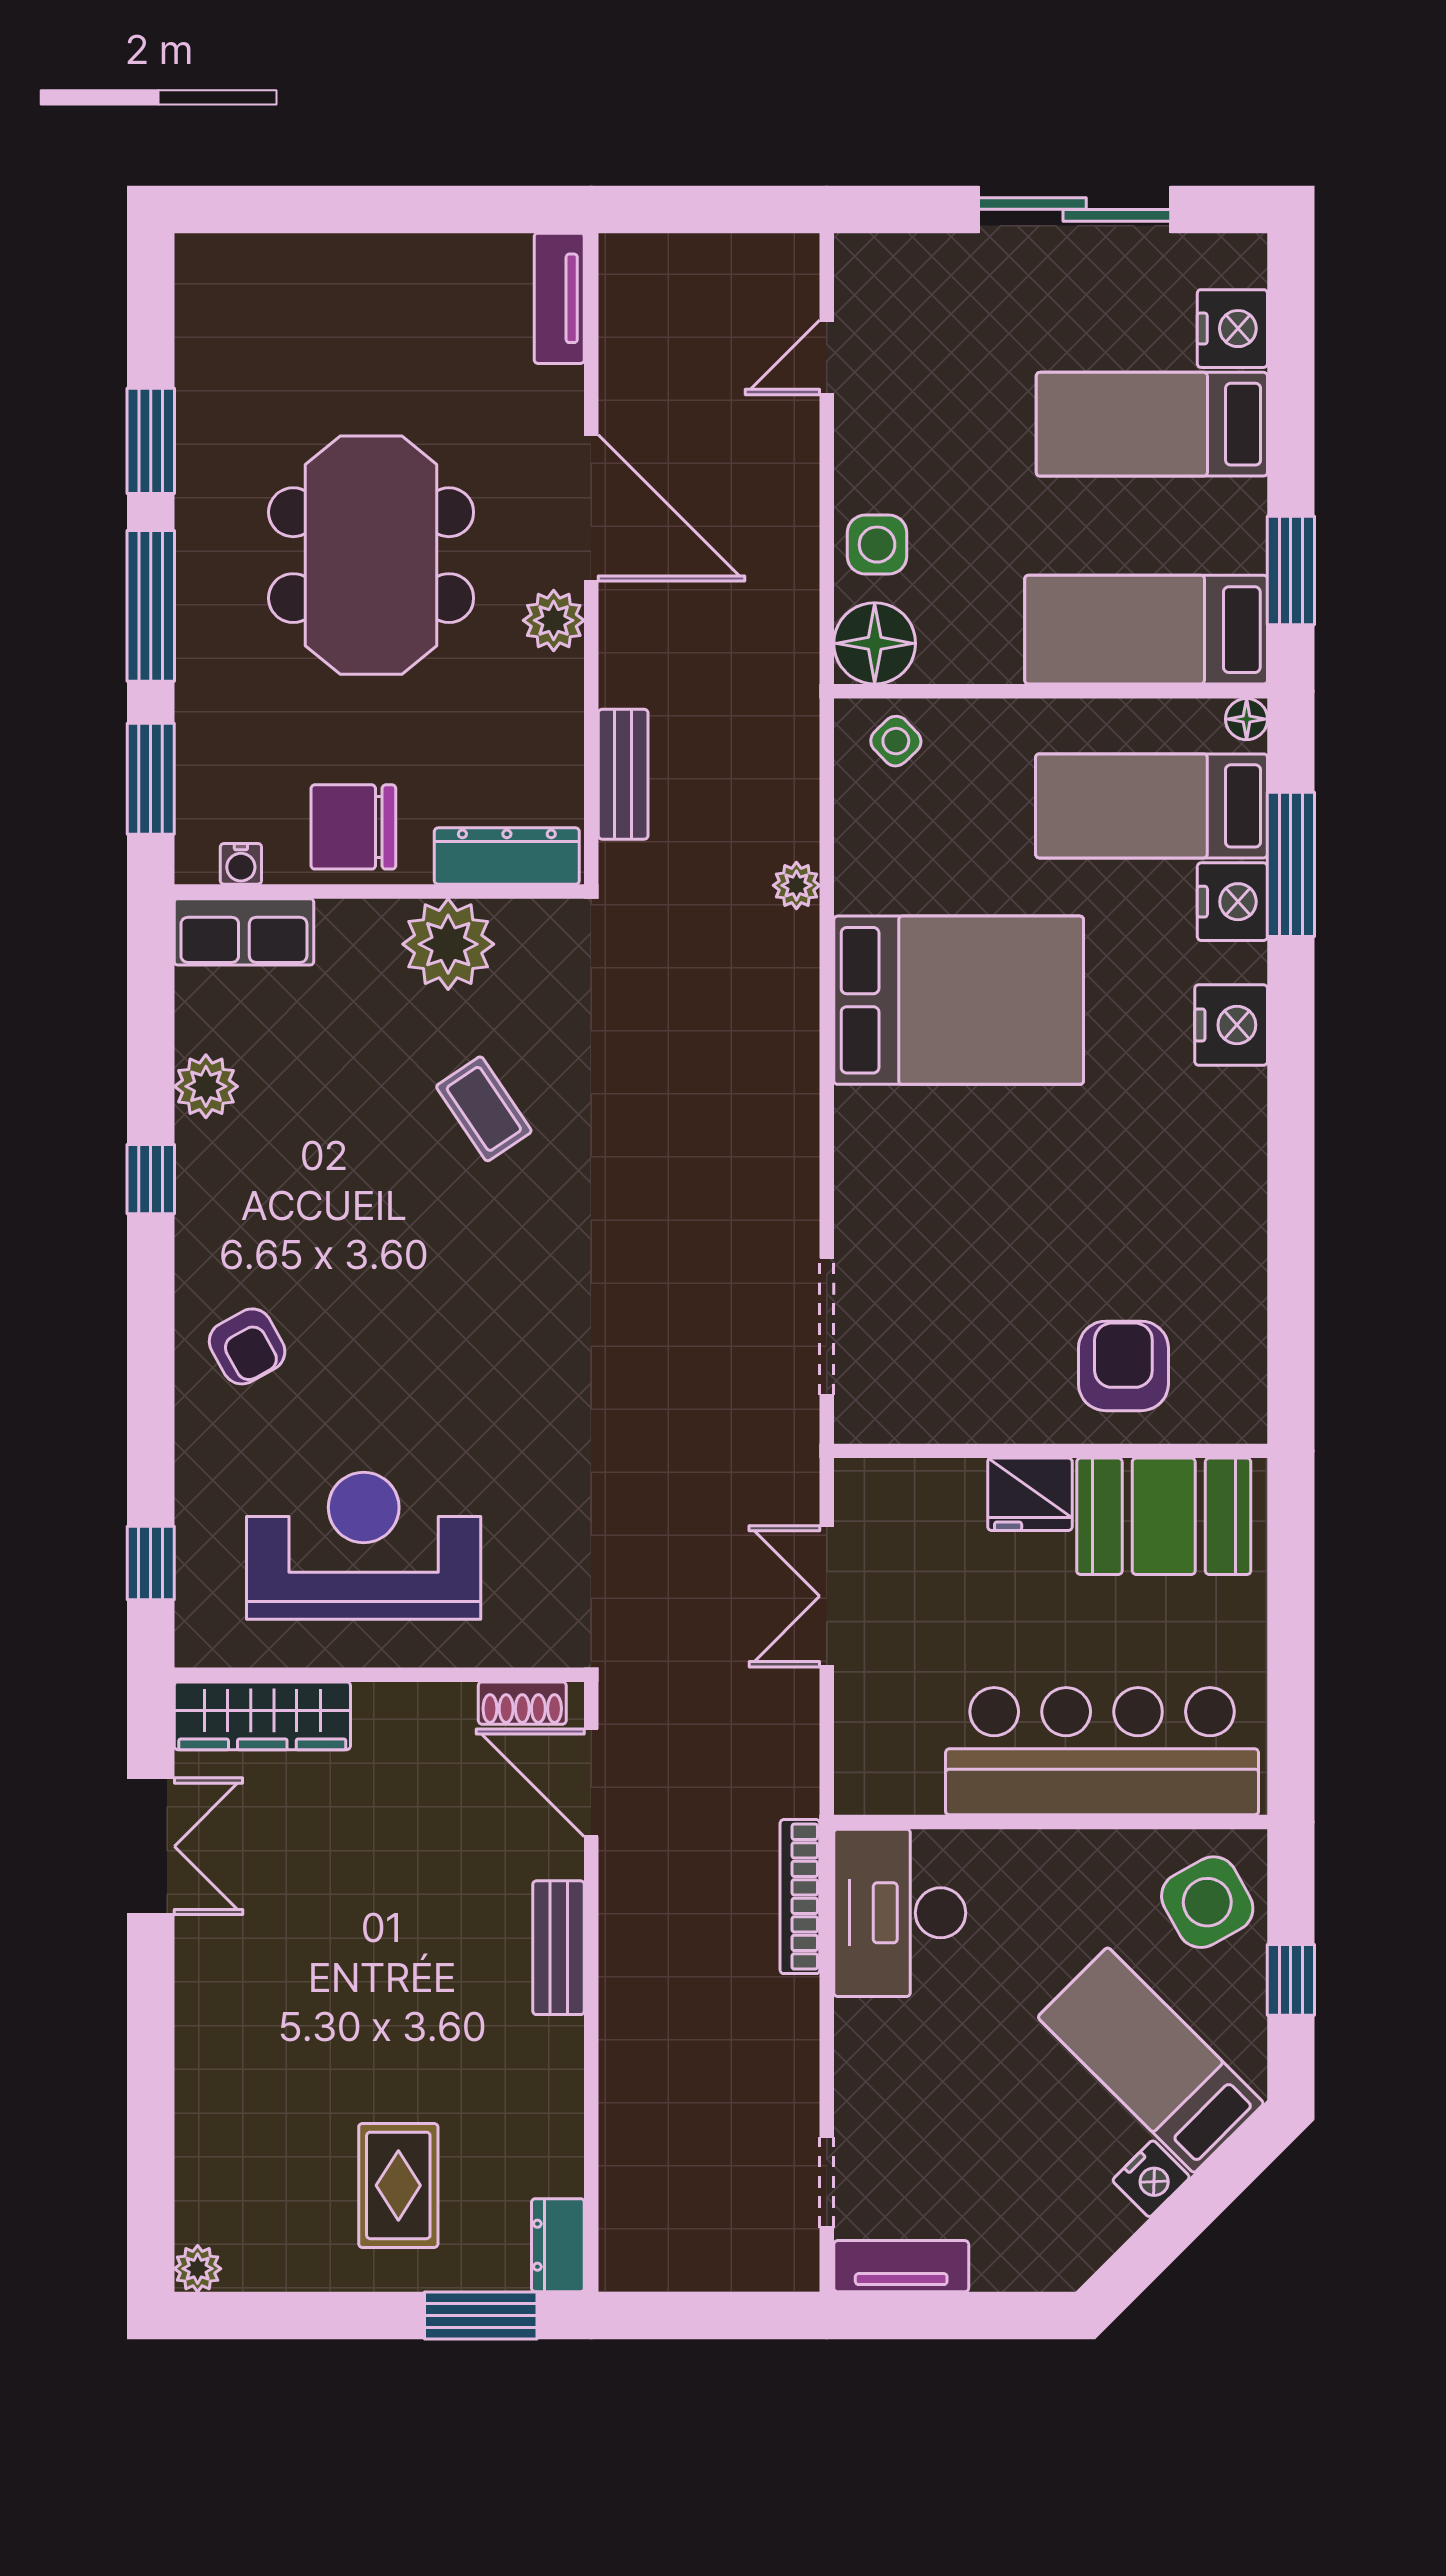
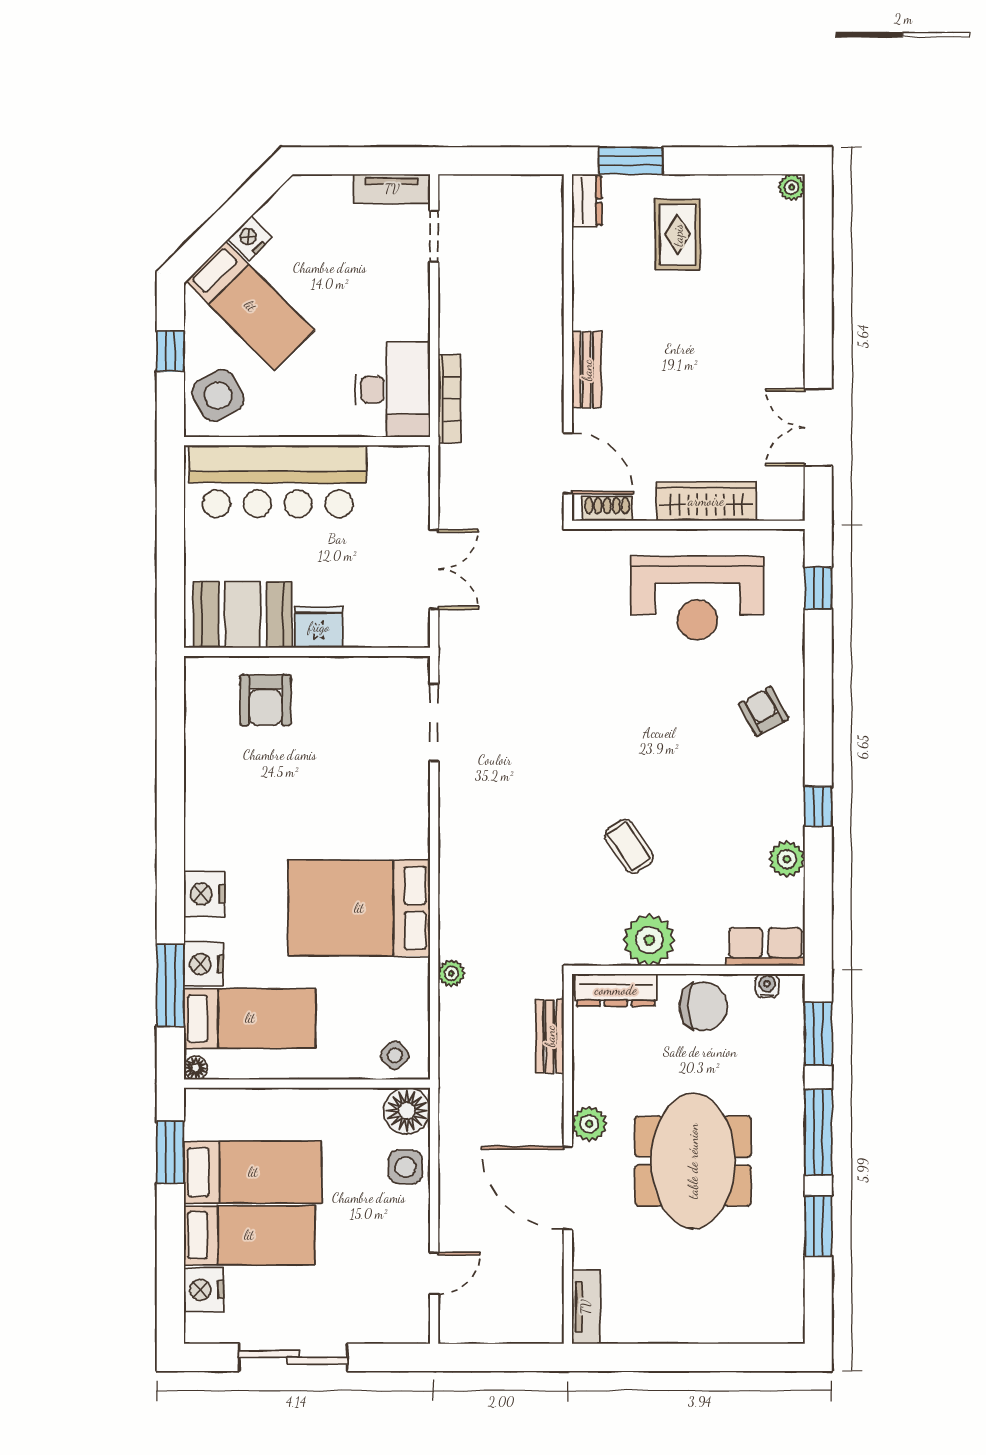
bed: (1146, 630) -> (253, 1172), moved
wardrobe: (262, 1716) -> (706, 501), moved

